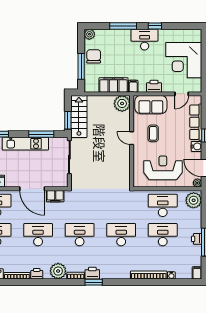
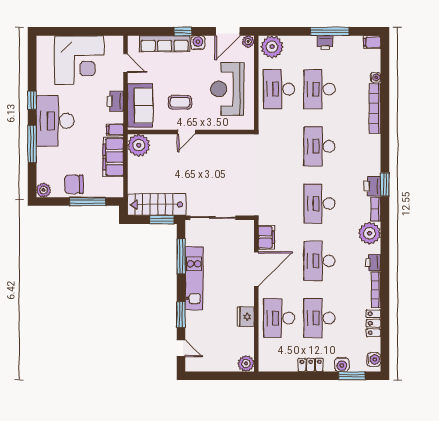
desk: (145, 40) -> (55, 121), width x1.36, depth x1.30

